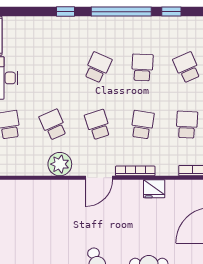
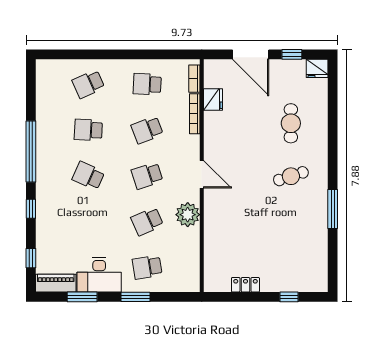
window: (171, 12) -> (31, 258), moved
school desk: (142, 125) -> (147, 130), turned -30
bookcase: (135, 171) -> (195, 114), moved
fridge: (154, 189) -> (213, 100), moved

